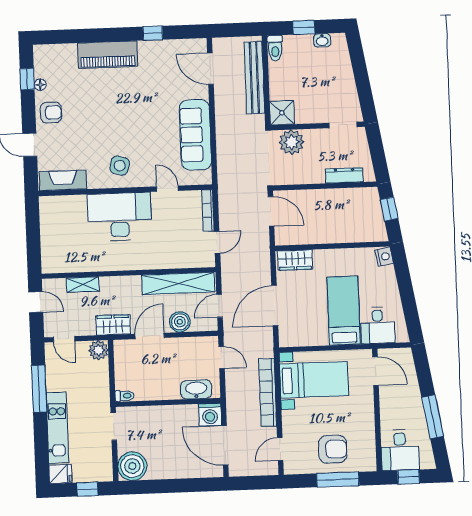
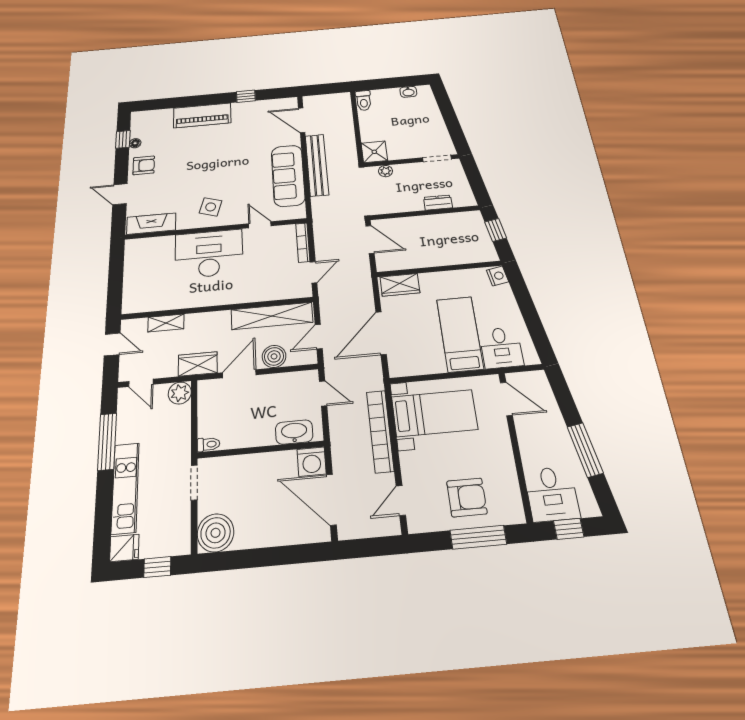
window: (304, 27) -> (390, 83), removed
bench: (254, 78) -> (317, 165), moved
plant: (291, 142) -> (385, 171), width x0.53, depth x0.53
dresser: (344, 175) -> (438, 203), width x0.70

